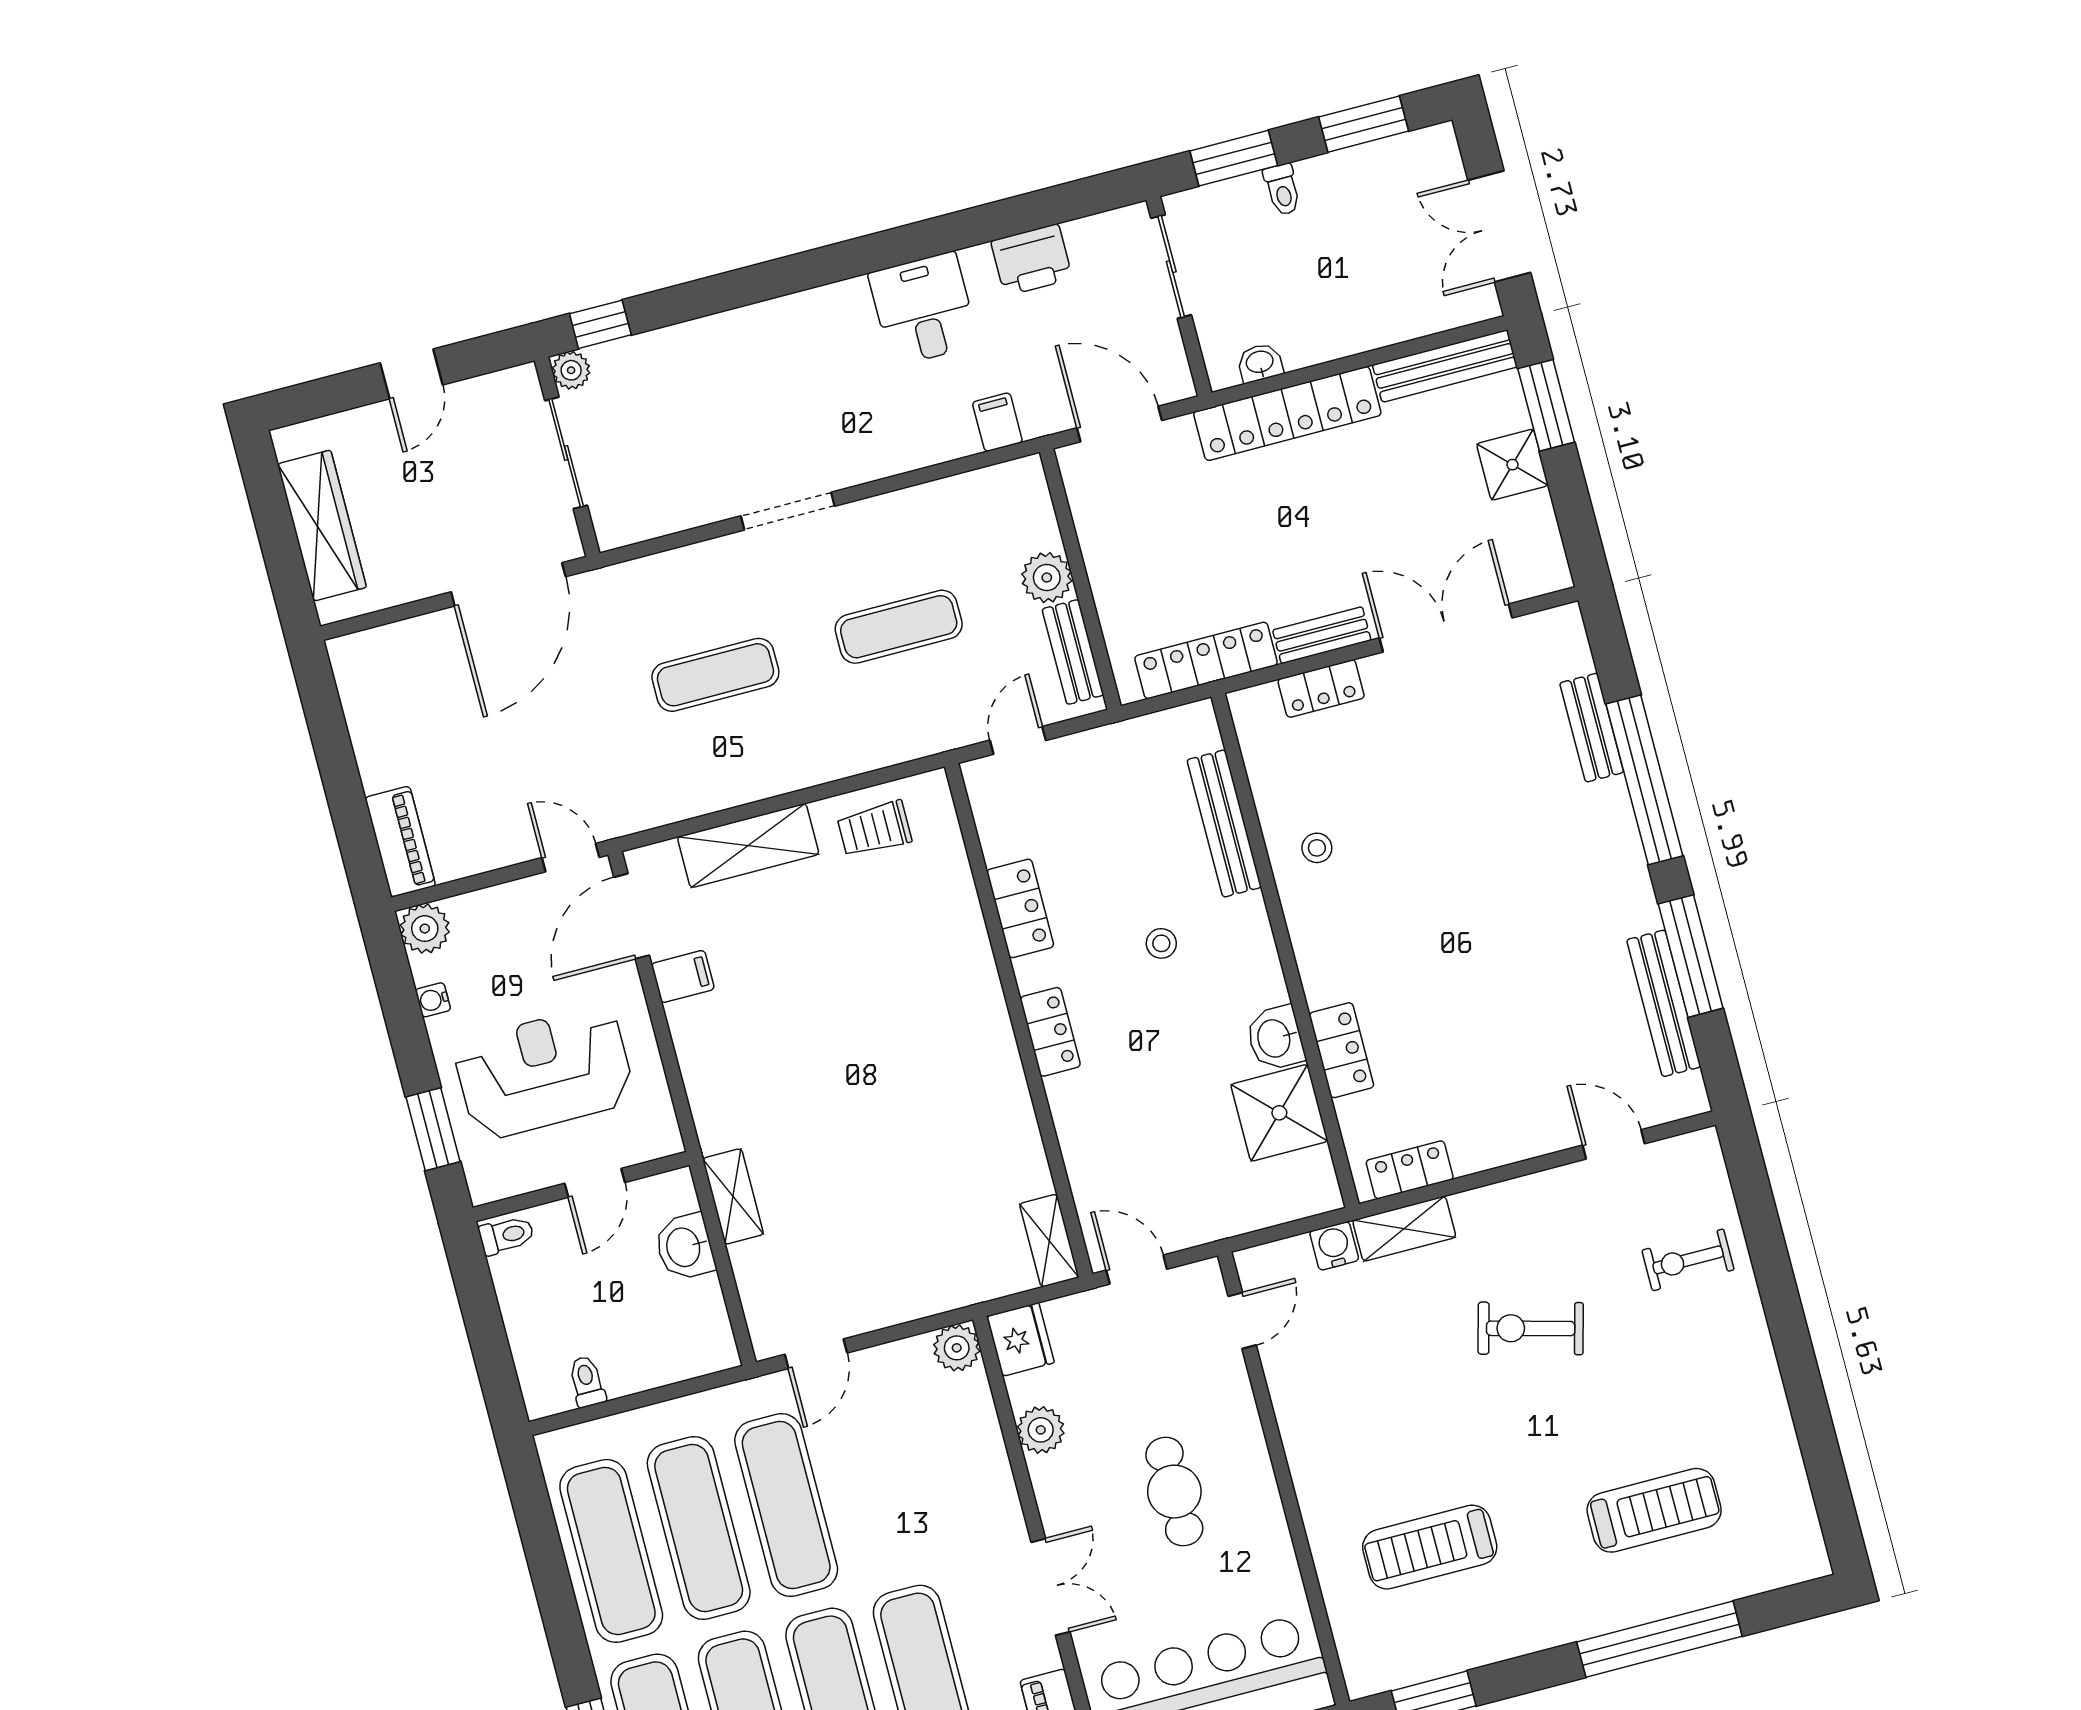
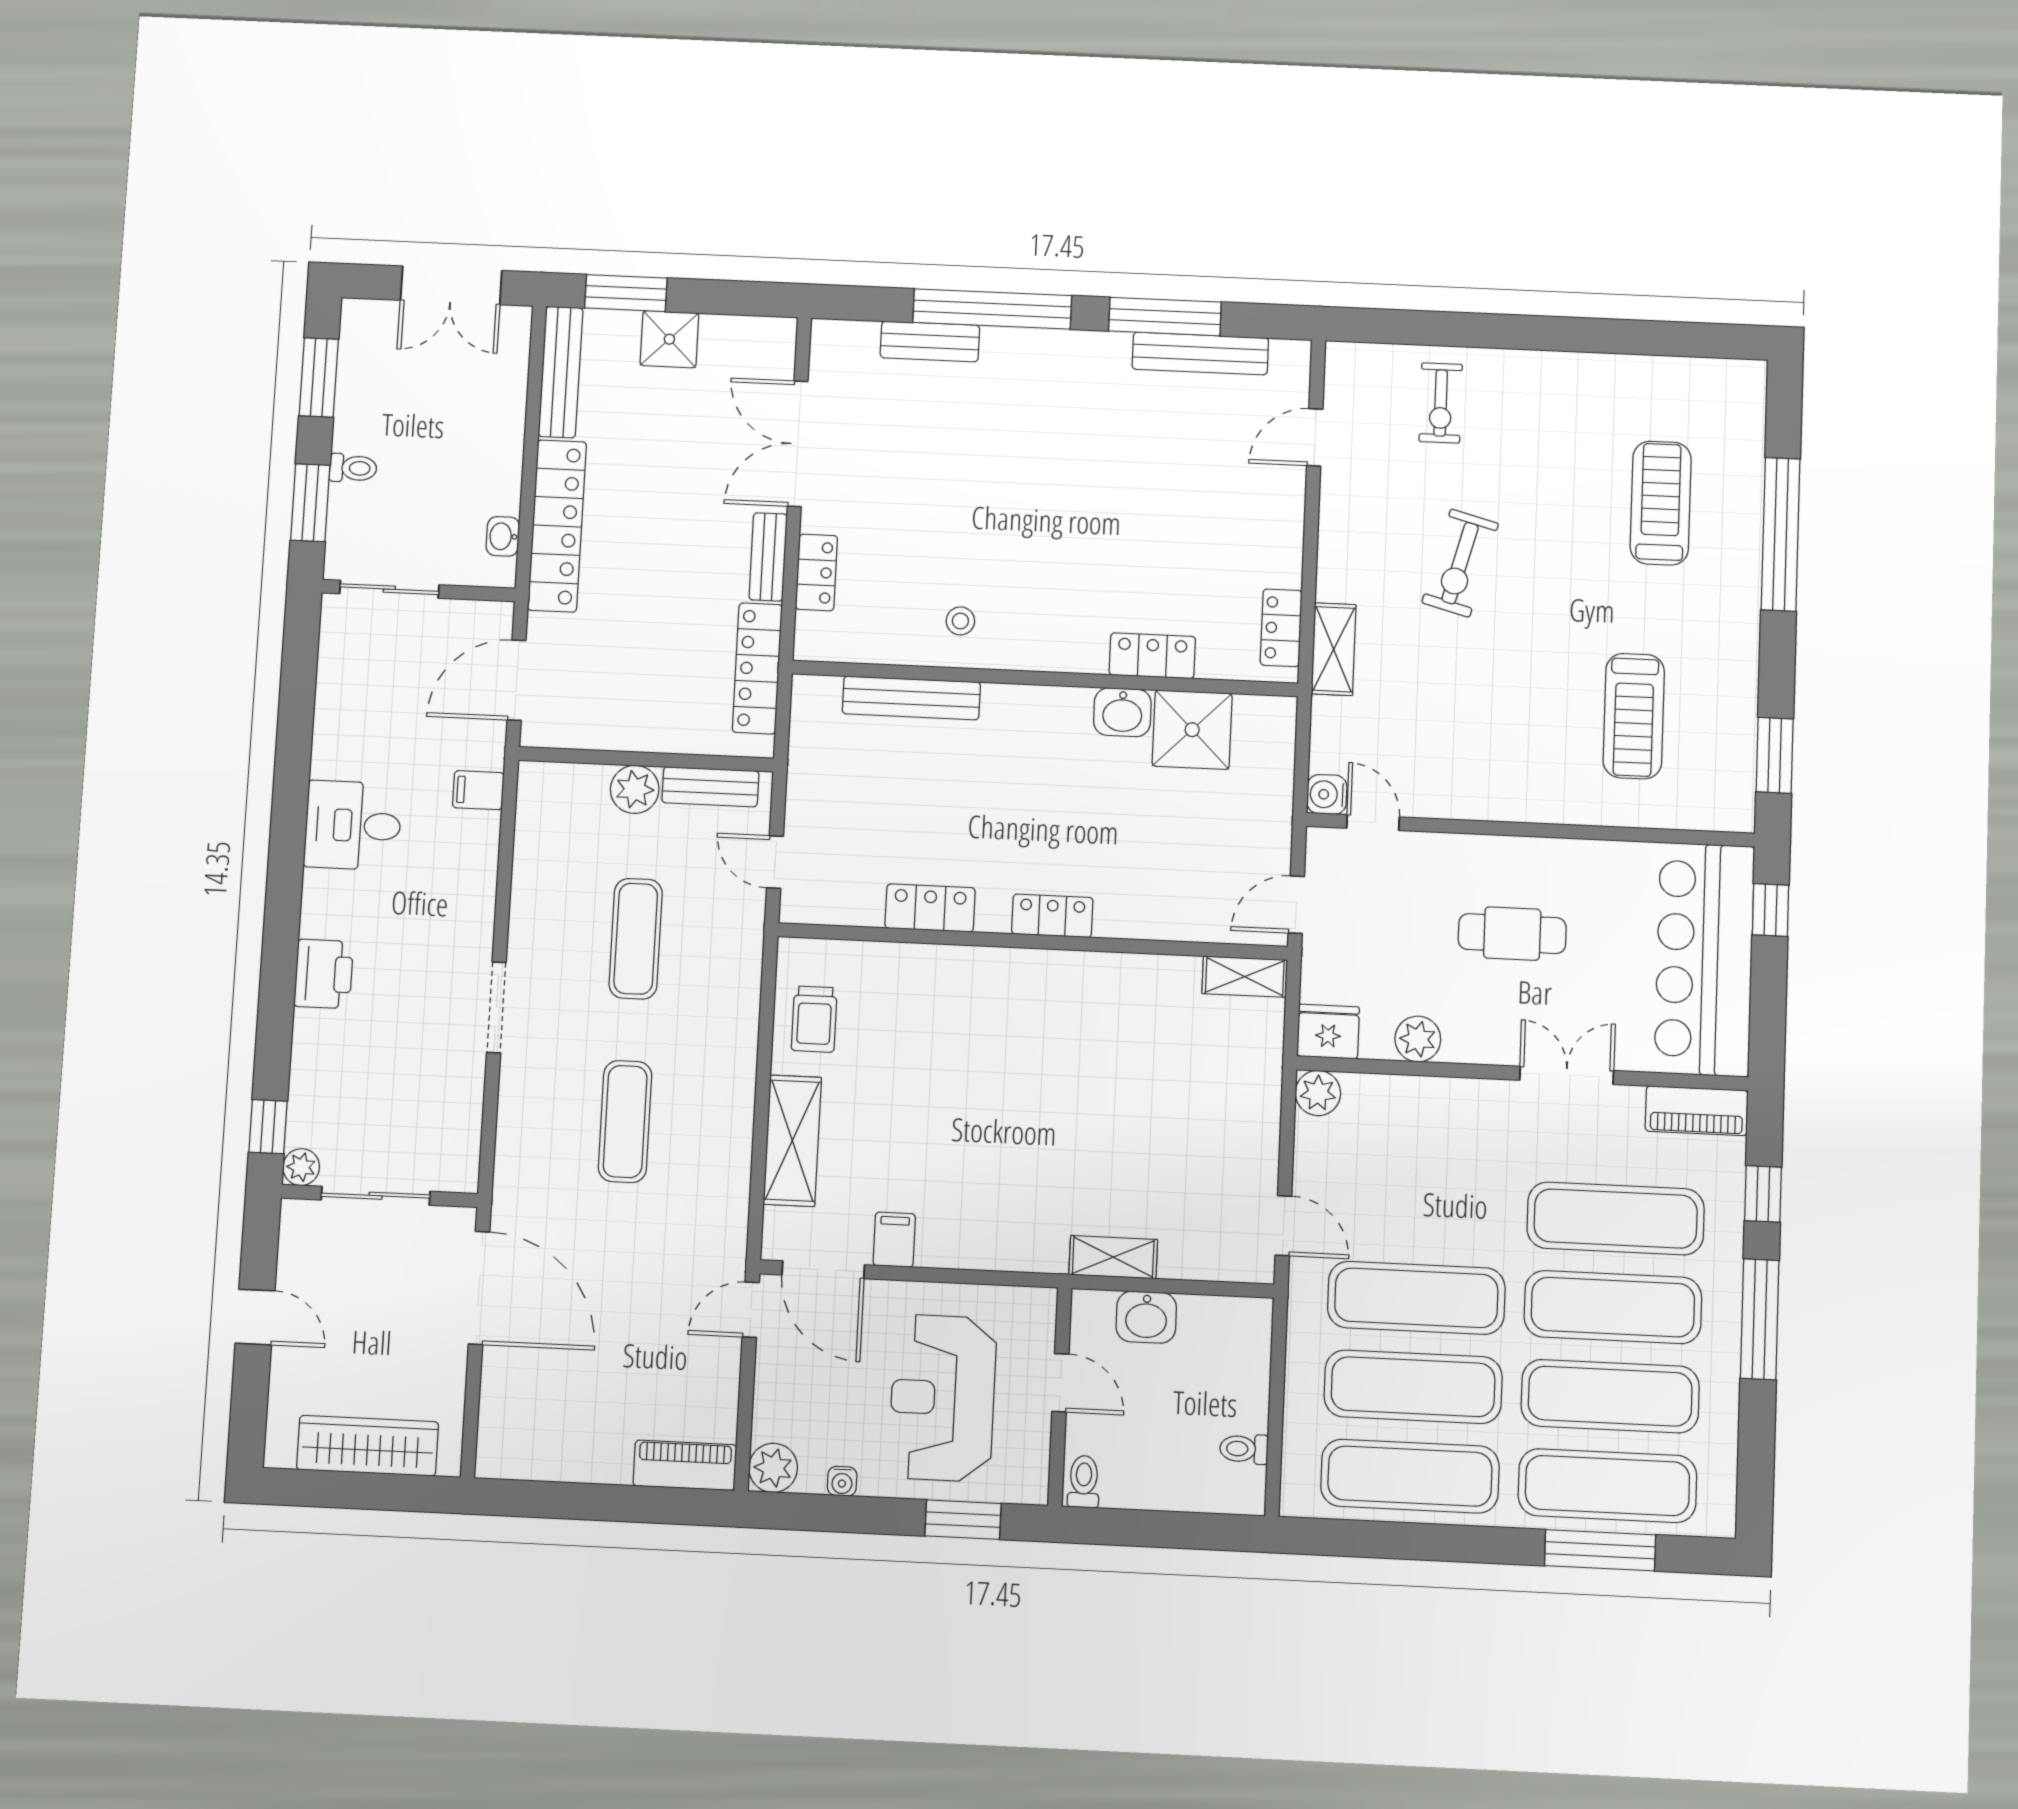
printer: (1032, 260) -> (324, 974), moved
stool: (1161, 943) -> (1003, 789), removed
water cooler: (1334, 1246) -> (1327, 794), moved

